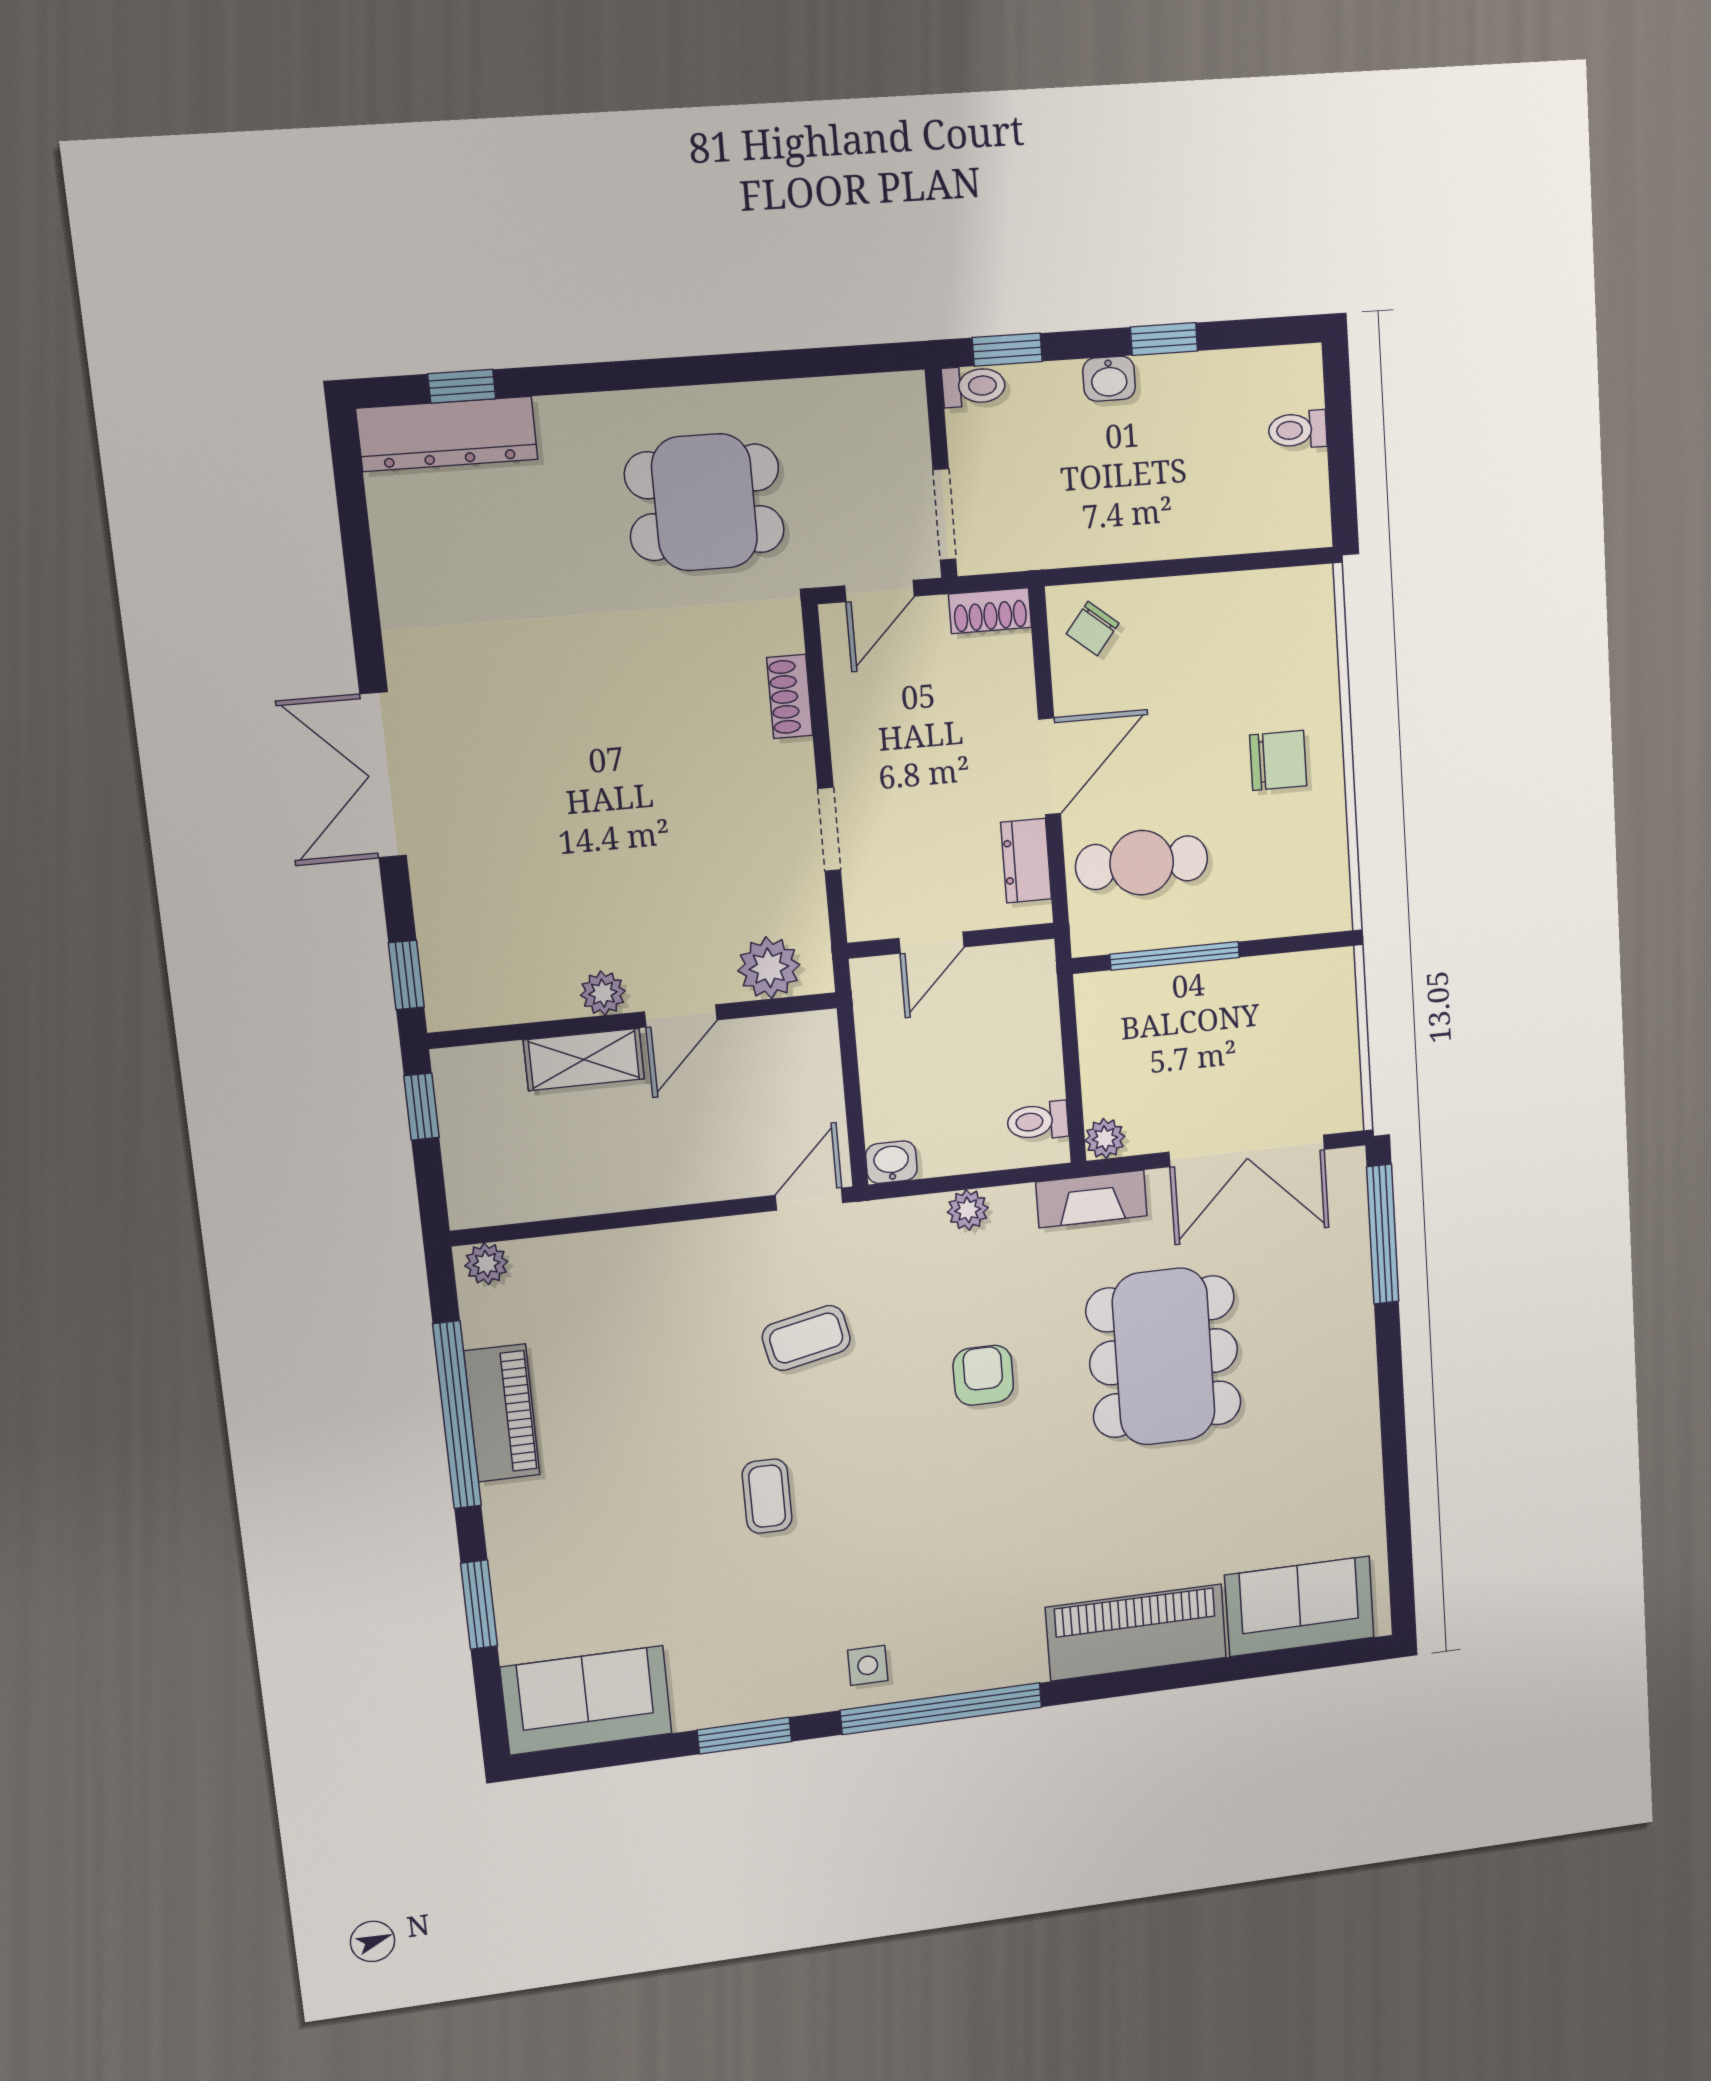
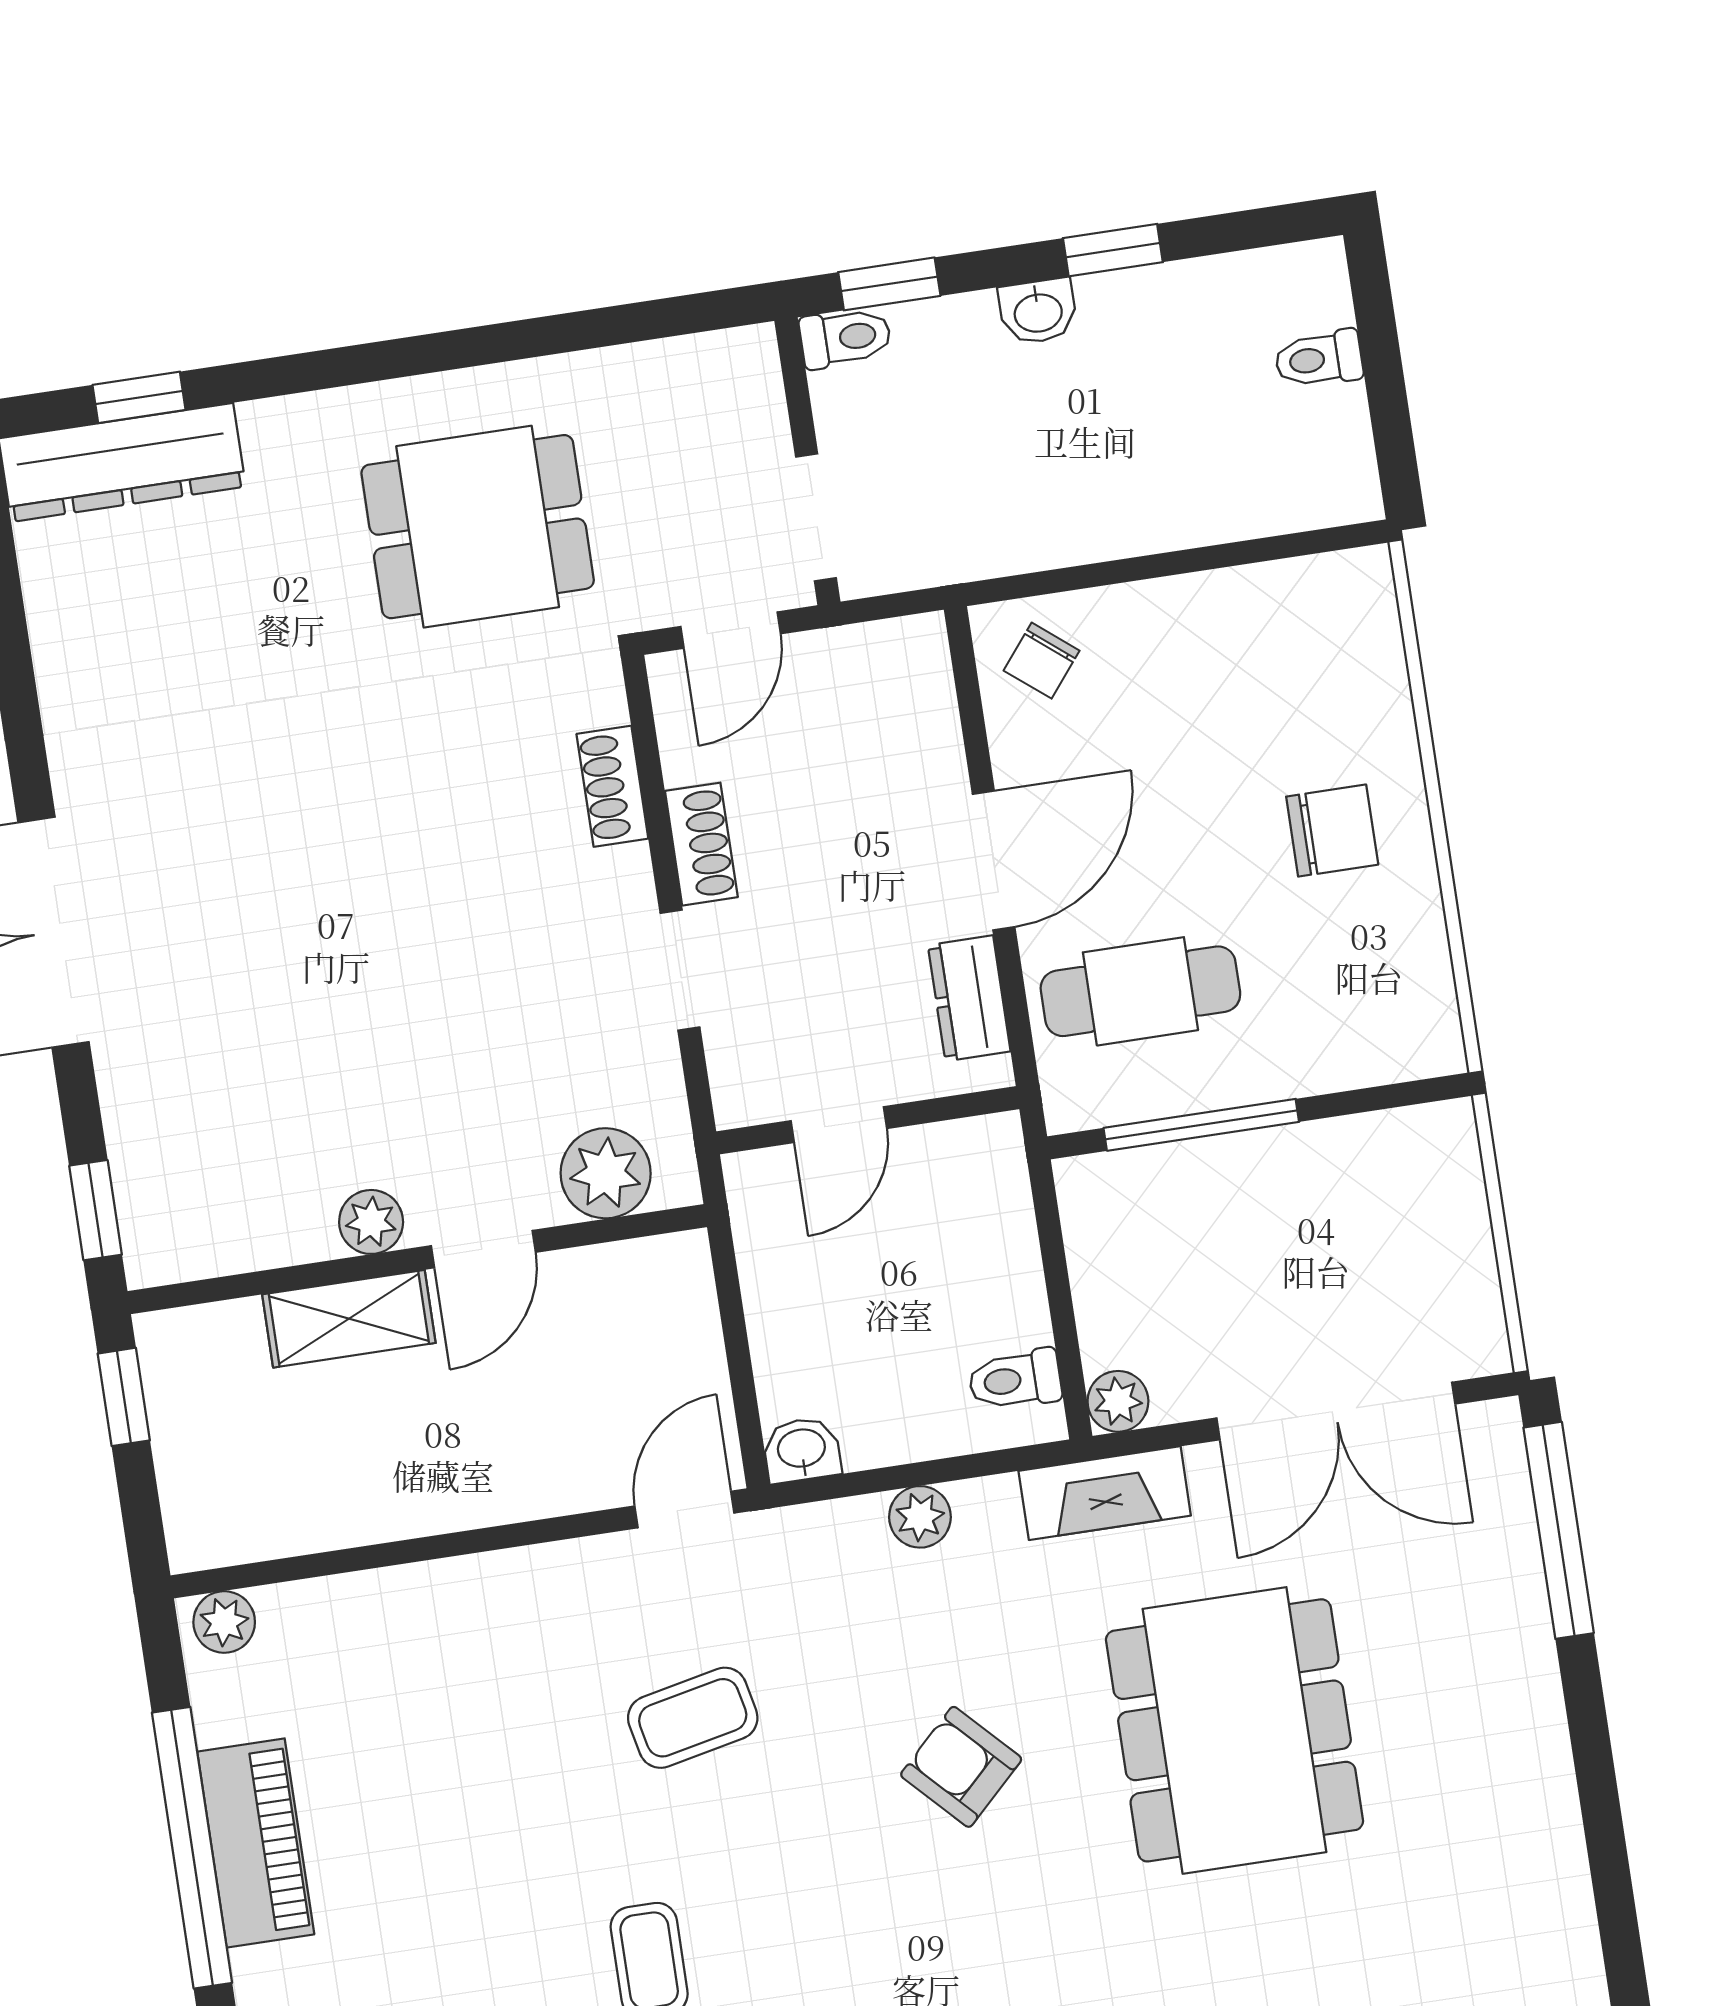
shoe rack: (990, 611) -> (701, 844), moved, turned -90
armchair: (983, 1375) -> (961, 1767), turned -44

